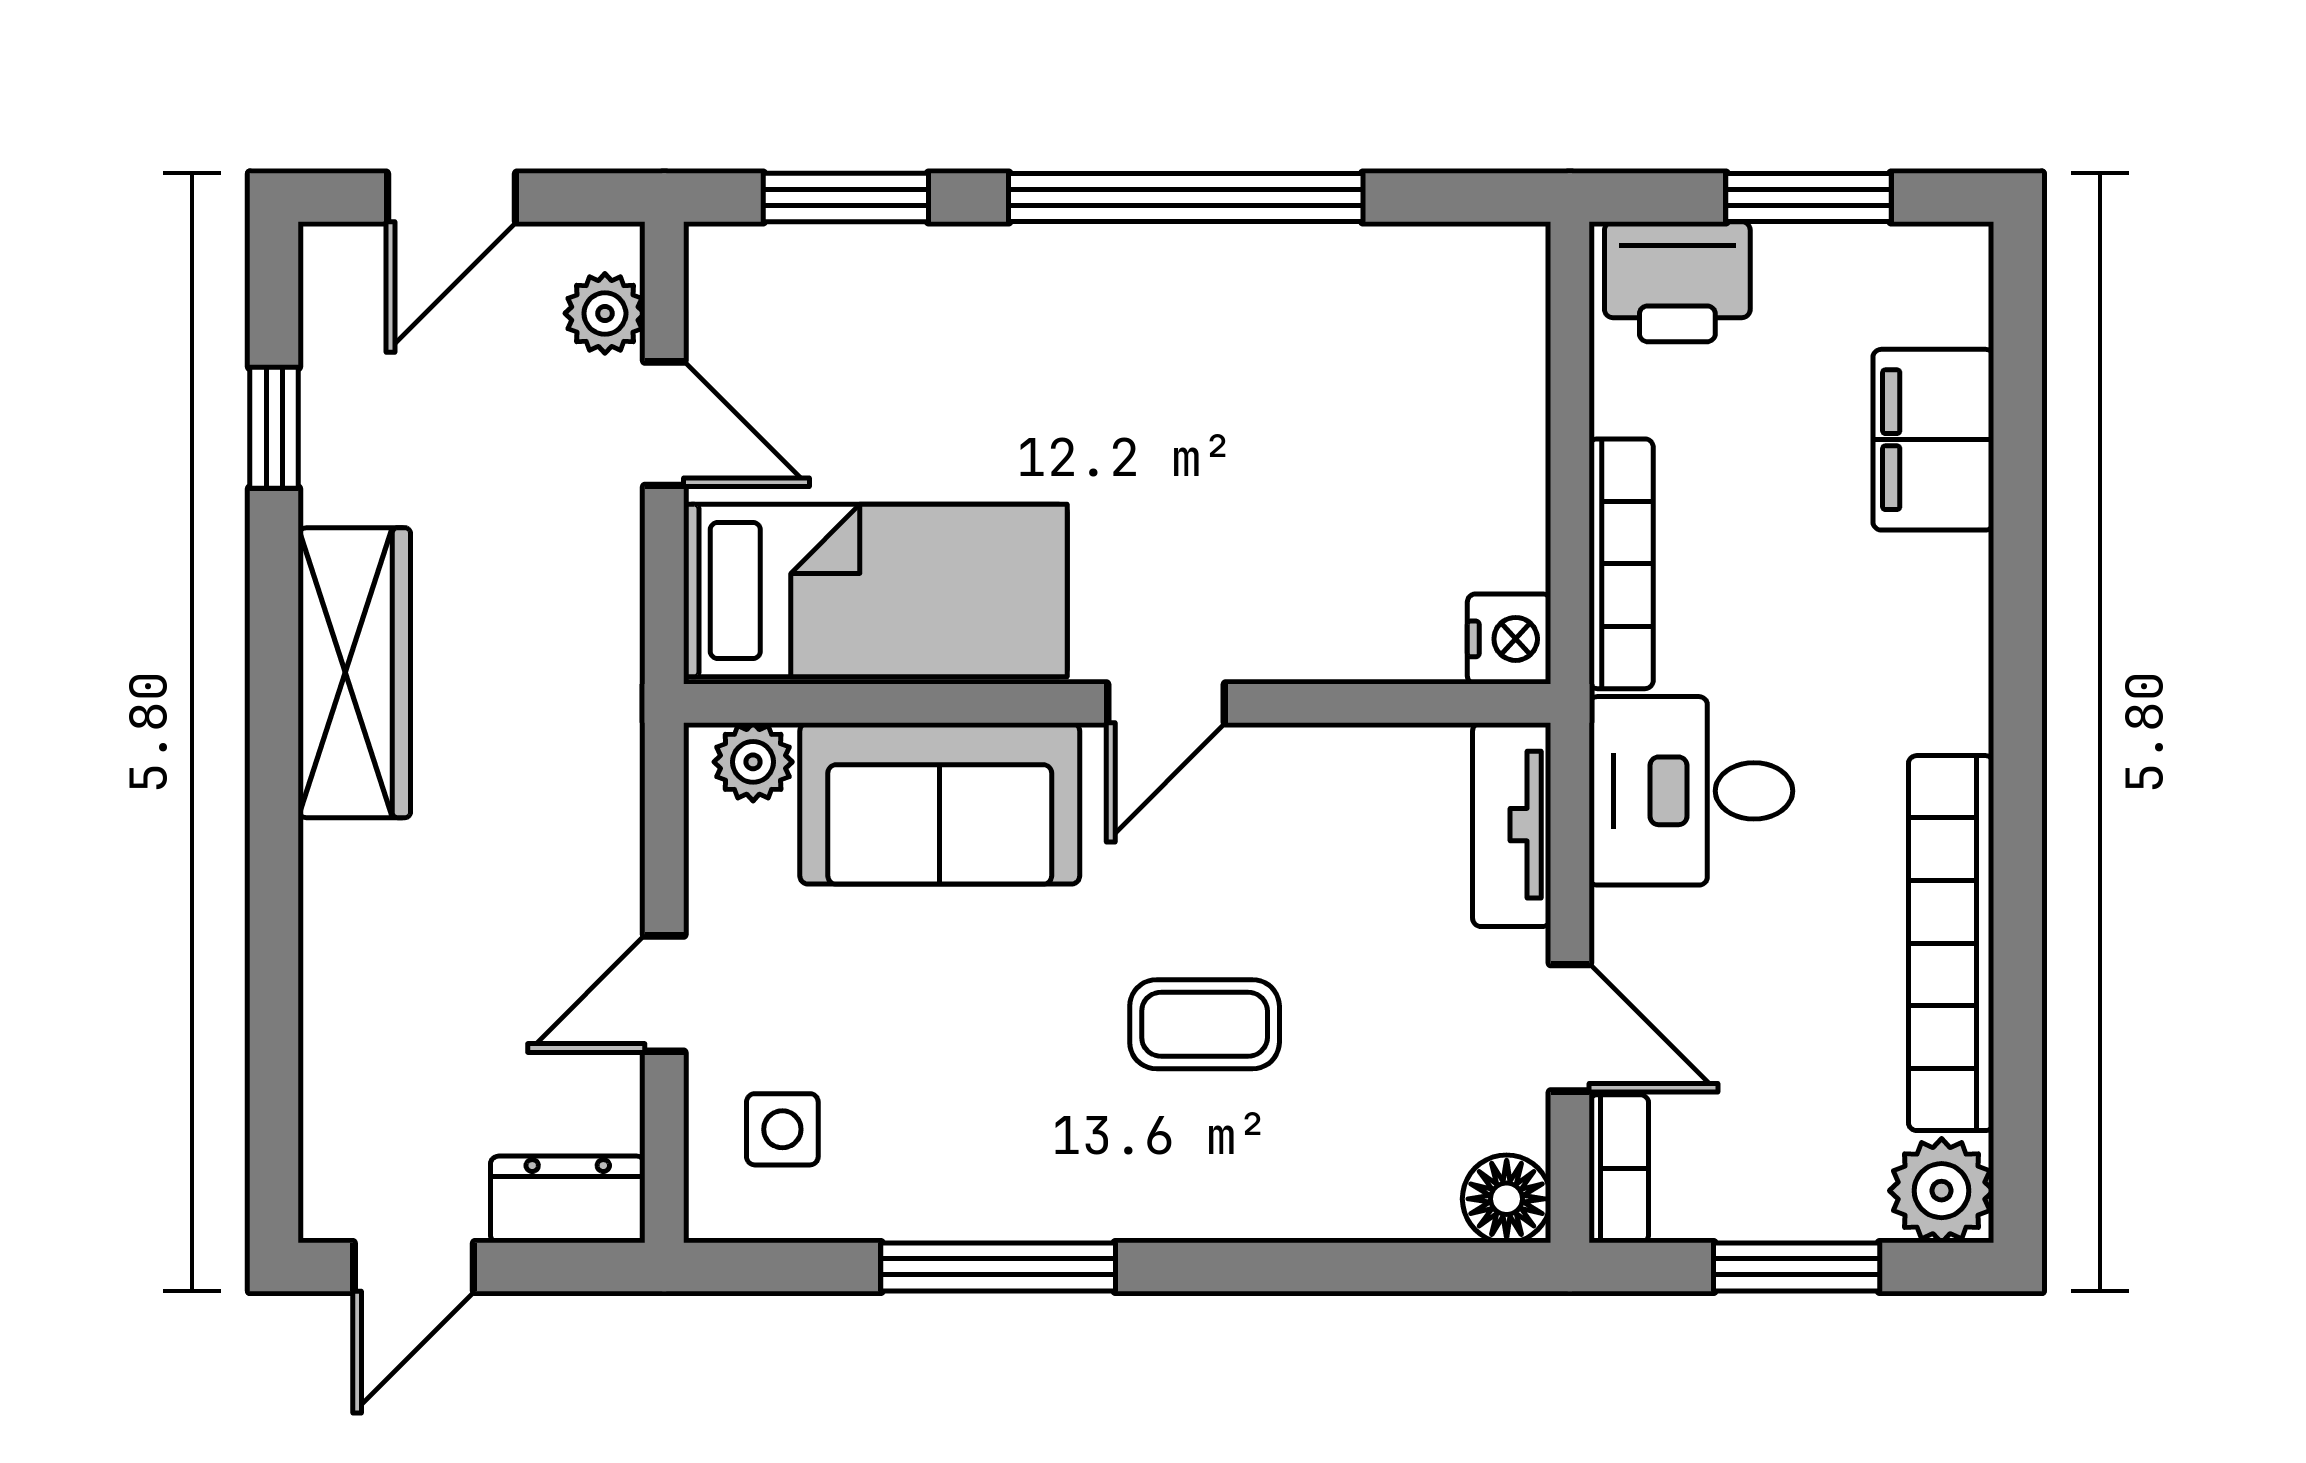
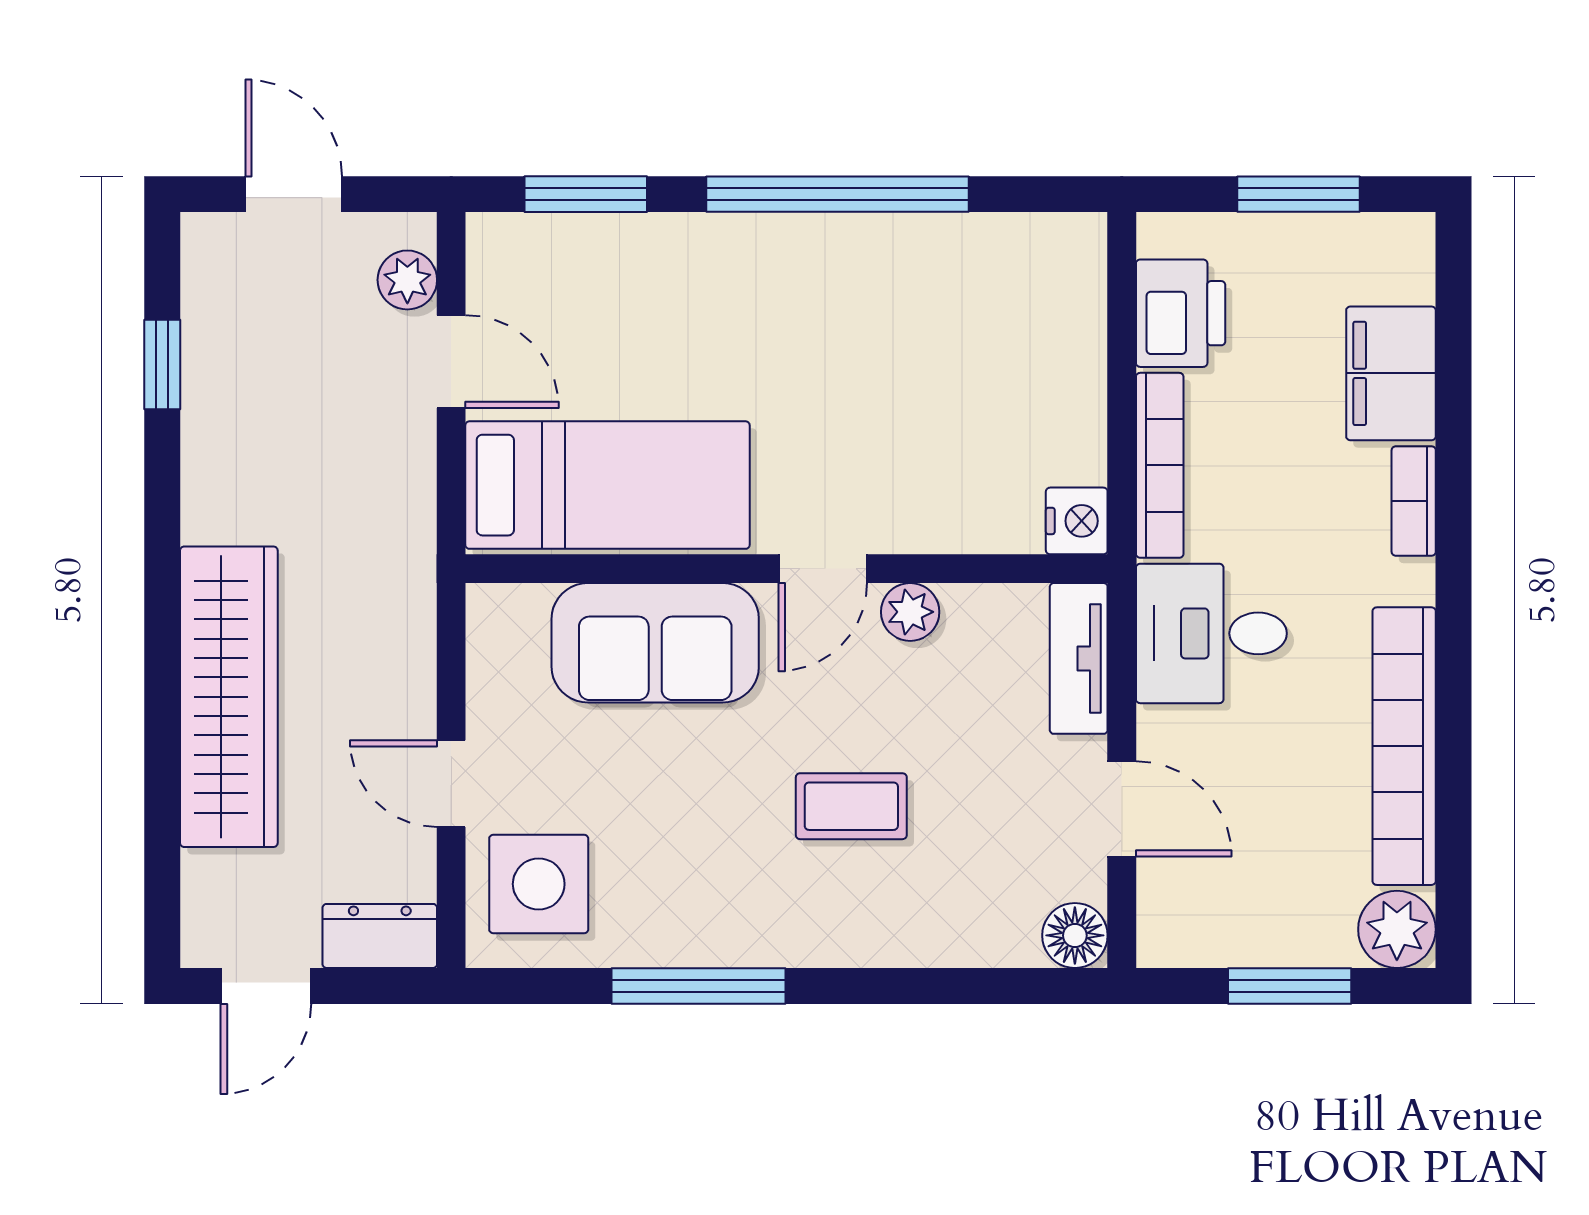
door: (451, 198) -> (294, 194), swing flipped
printer: (1677, 282) -> (1181, 313), moved, turned -90
wardrobe: (354, 673) -> (229, 697), moved, width x1.40, depth x1.17
plant: (753, 762) -> (910, 612), moved
door: (664, 994) -> (451, 784), hinge flipped
side table: (782, 1129) -> (539, 884), width x1.87, depth x1.87
bookcase: (1619, 1169) -> (1414, 501), moved, turned 180

